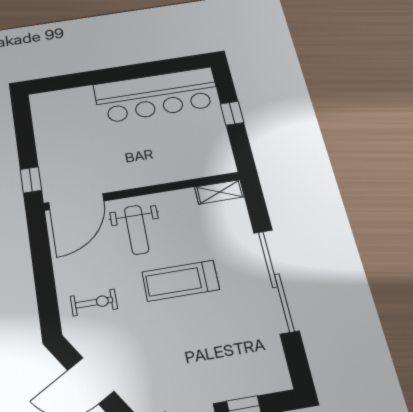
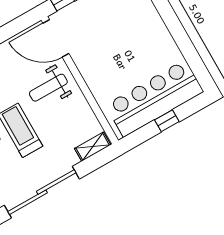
bar counter: (156, 95) -> (154, 98), moved, turned 90
shelving: (219, 192) -> (93, 147), moved, turned 90

